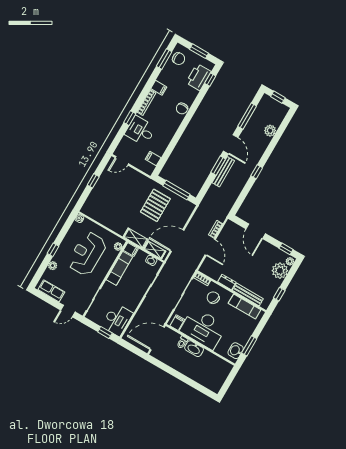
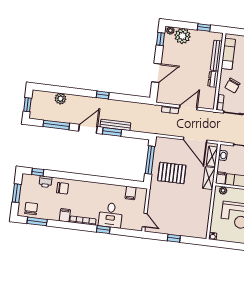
printer: (198, 77) -> (45, 182), width x0.53, depth x0.68
chair: (182, 108) -> (63, 188), moved

